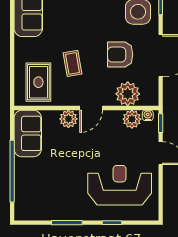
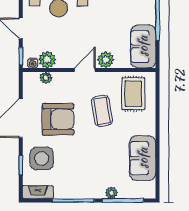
armchair: (120, 55) -> (58, 119), width x1.36, depth x1.36
coffee table: (72, 63) -> (102, 111), width x1.36, depth x1.30
plant: (128, 94) -> (46, 78), width x0.53, depth x0.53

